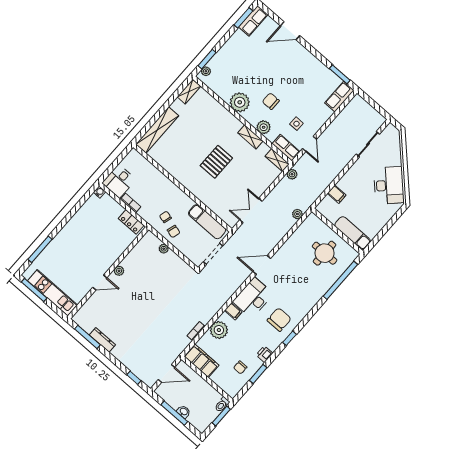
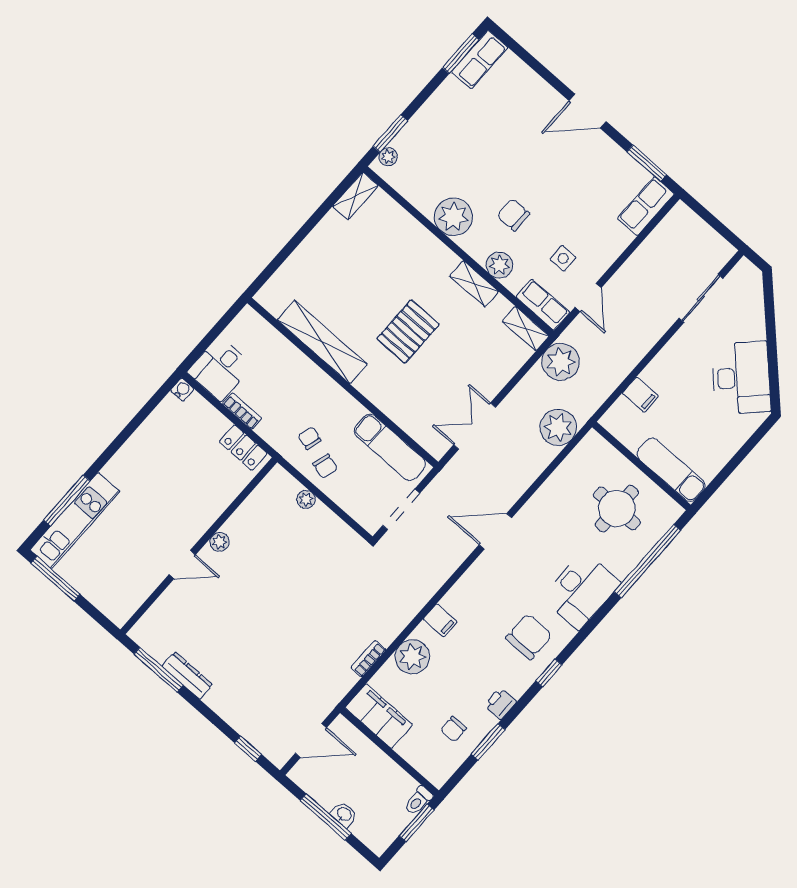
door: (290, 31) -> (588, 111), moved
shelving: (157, 130) -> (322, 342), moved, turned 90
plant: (292, 174) -> (561, 362), width x1.88, depth x1.88
plant: (297, 214) -> (558, 427), width x1.88, depth x1.88
kitchen unit: (52, 293) -> (75, 520), moved, turned 90
desk: (253, 298) -> (581, 590), moved, turned 180

